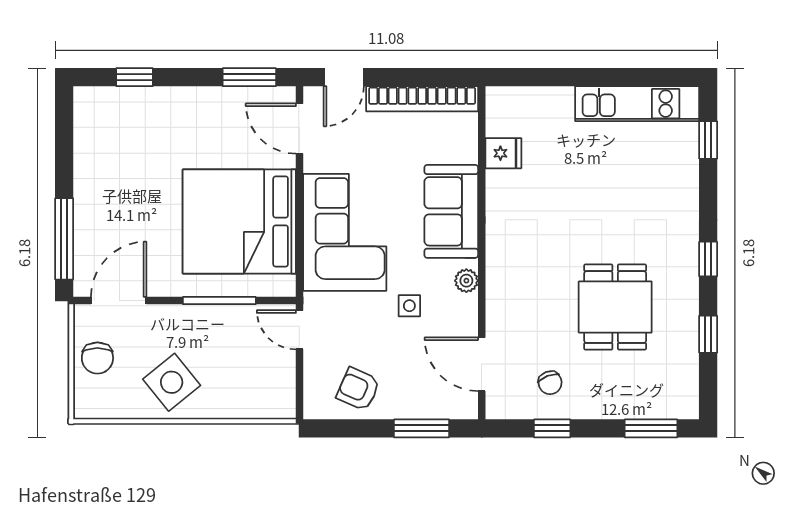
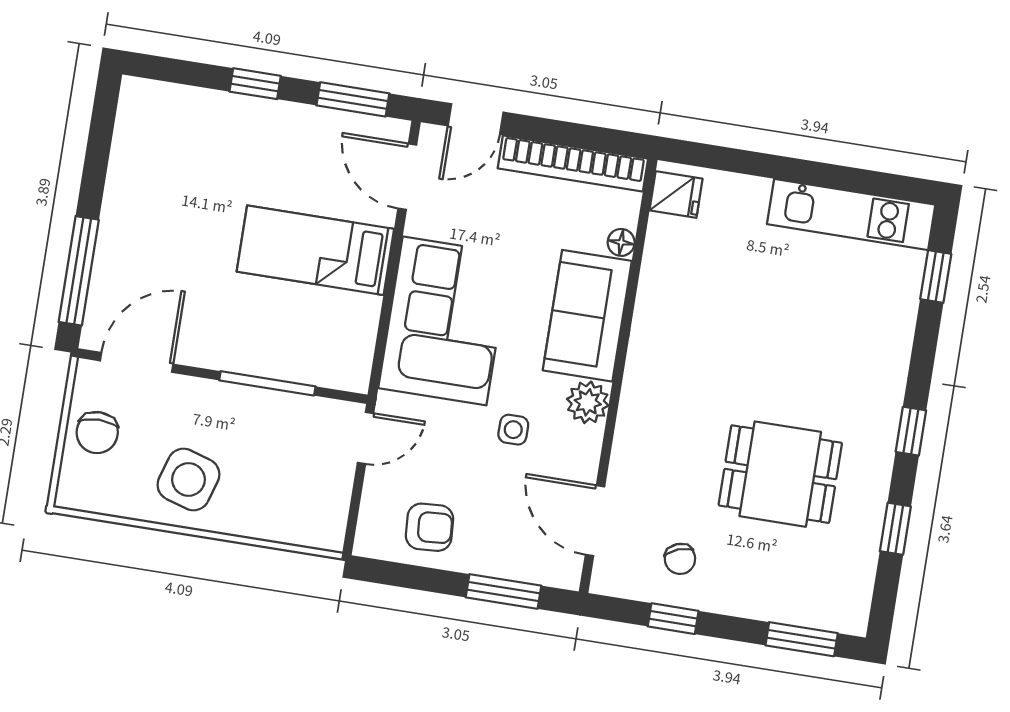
window: (135, 77) -> (255, 84), moved
floor lamp: (468, 152) -> (621, 242), added
fridge: (503, 153) -> (676, 195), moved
bed: (239, 221) -> (315, 250), width x0.49
plant: (466, 281) -> (588, 402), width x1.38, depth x1.38
dining table: (615, 307) -> (780, 474), turned 90
door: (299, 330) -> (365, 438), swing flipped
side table: (172, 382) -> (188, 480), turned -34
armchair: (358, 389) -> (430, 527), turned 152

